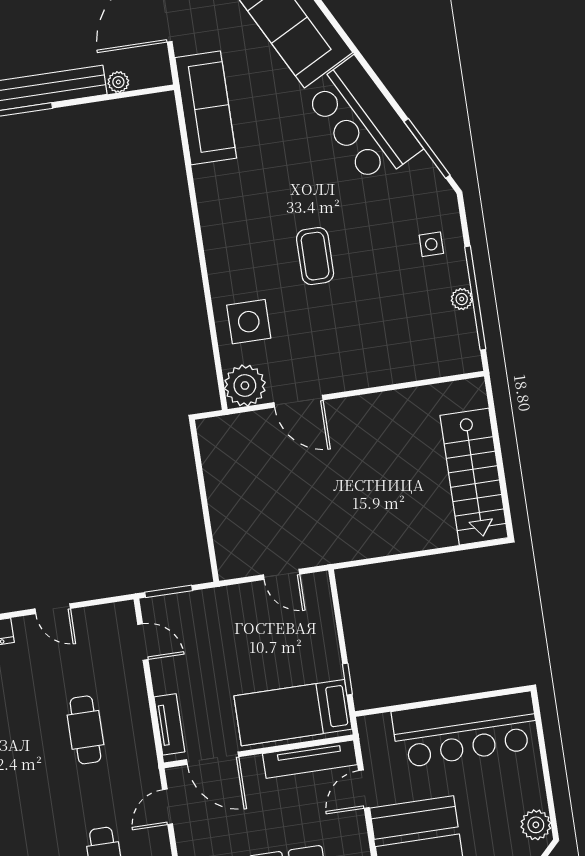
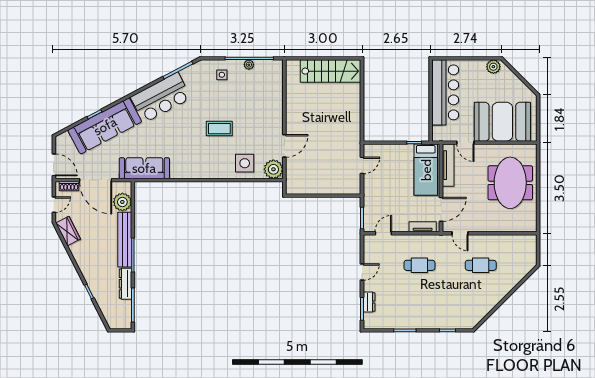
plant: (118, 82) -> (122, 202), width x1.88, depth x1.88

